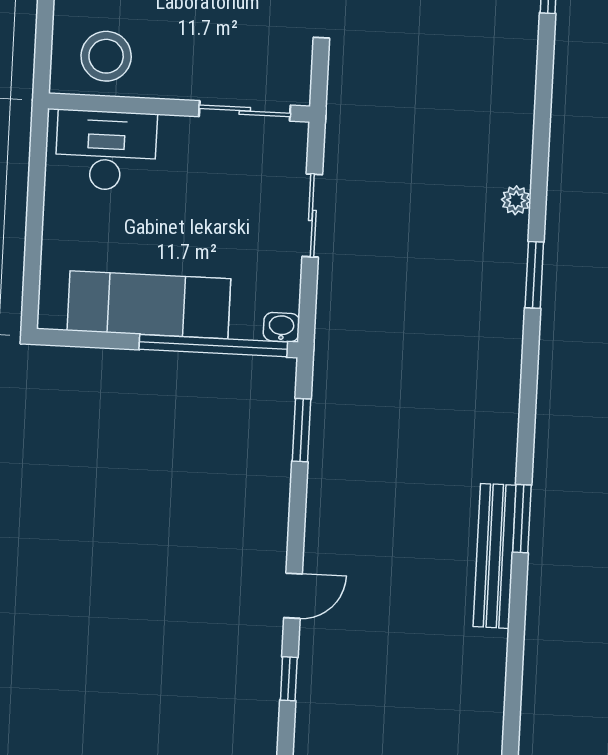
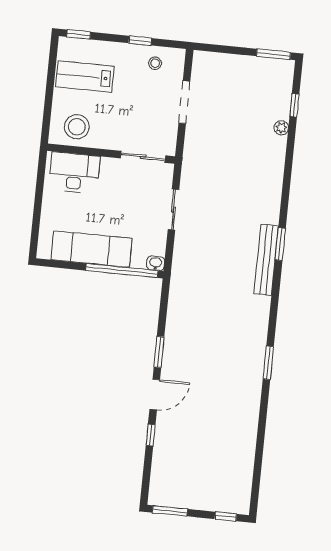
plant: (516, 200) -> (281, 128), moved
window: (301, 430) -> (159, 352), moved
bench: (495, 556) -> (266, 260), moved
door: (293, 596) -> (155, 395), width x1.37

